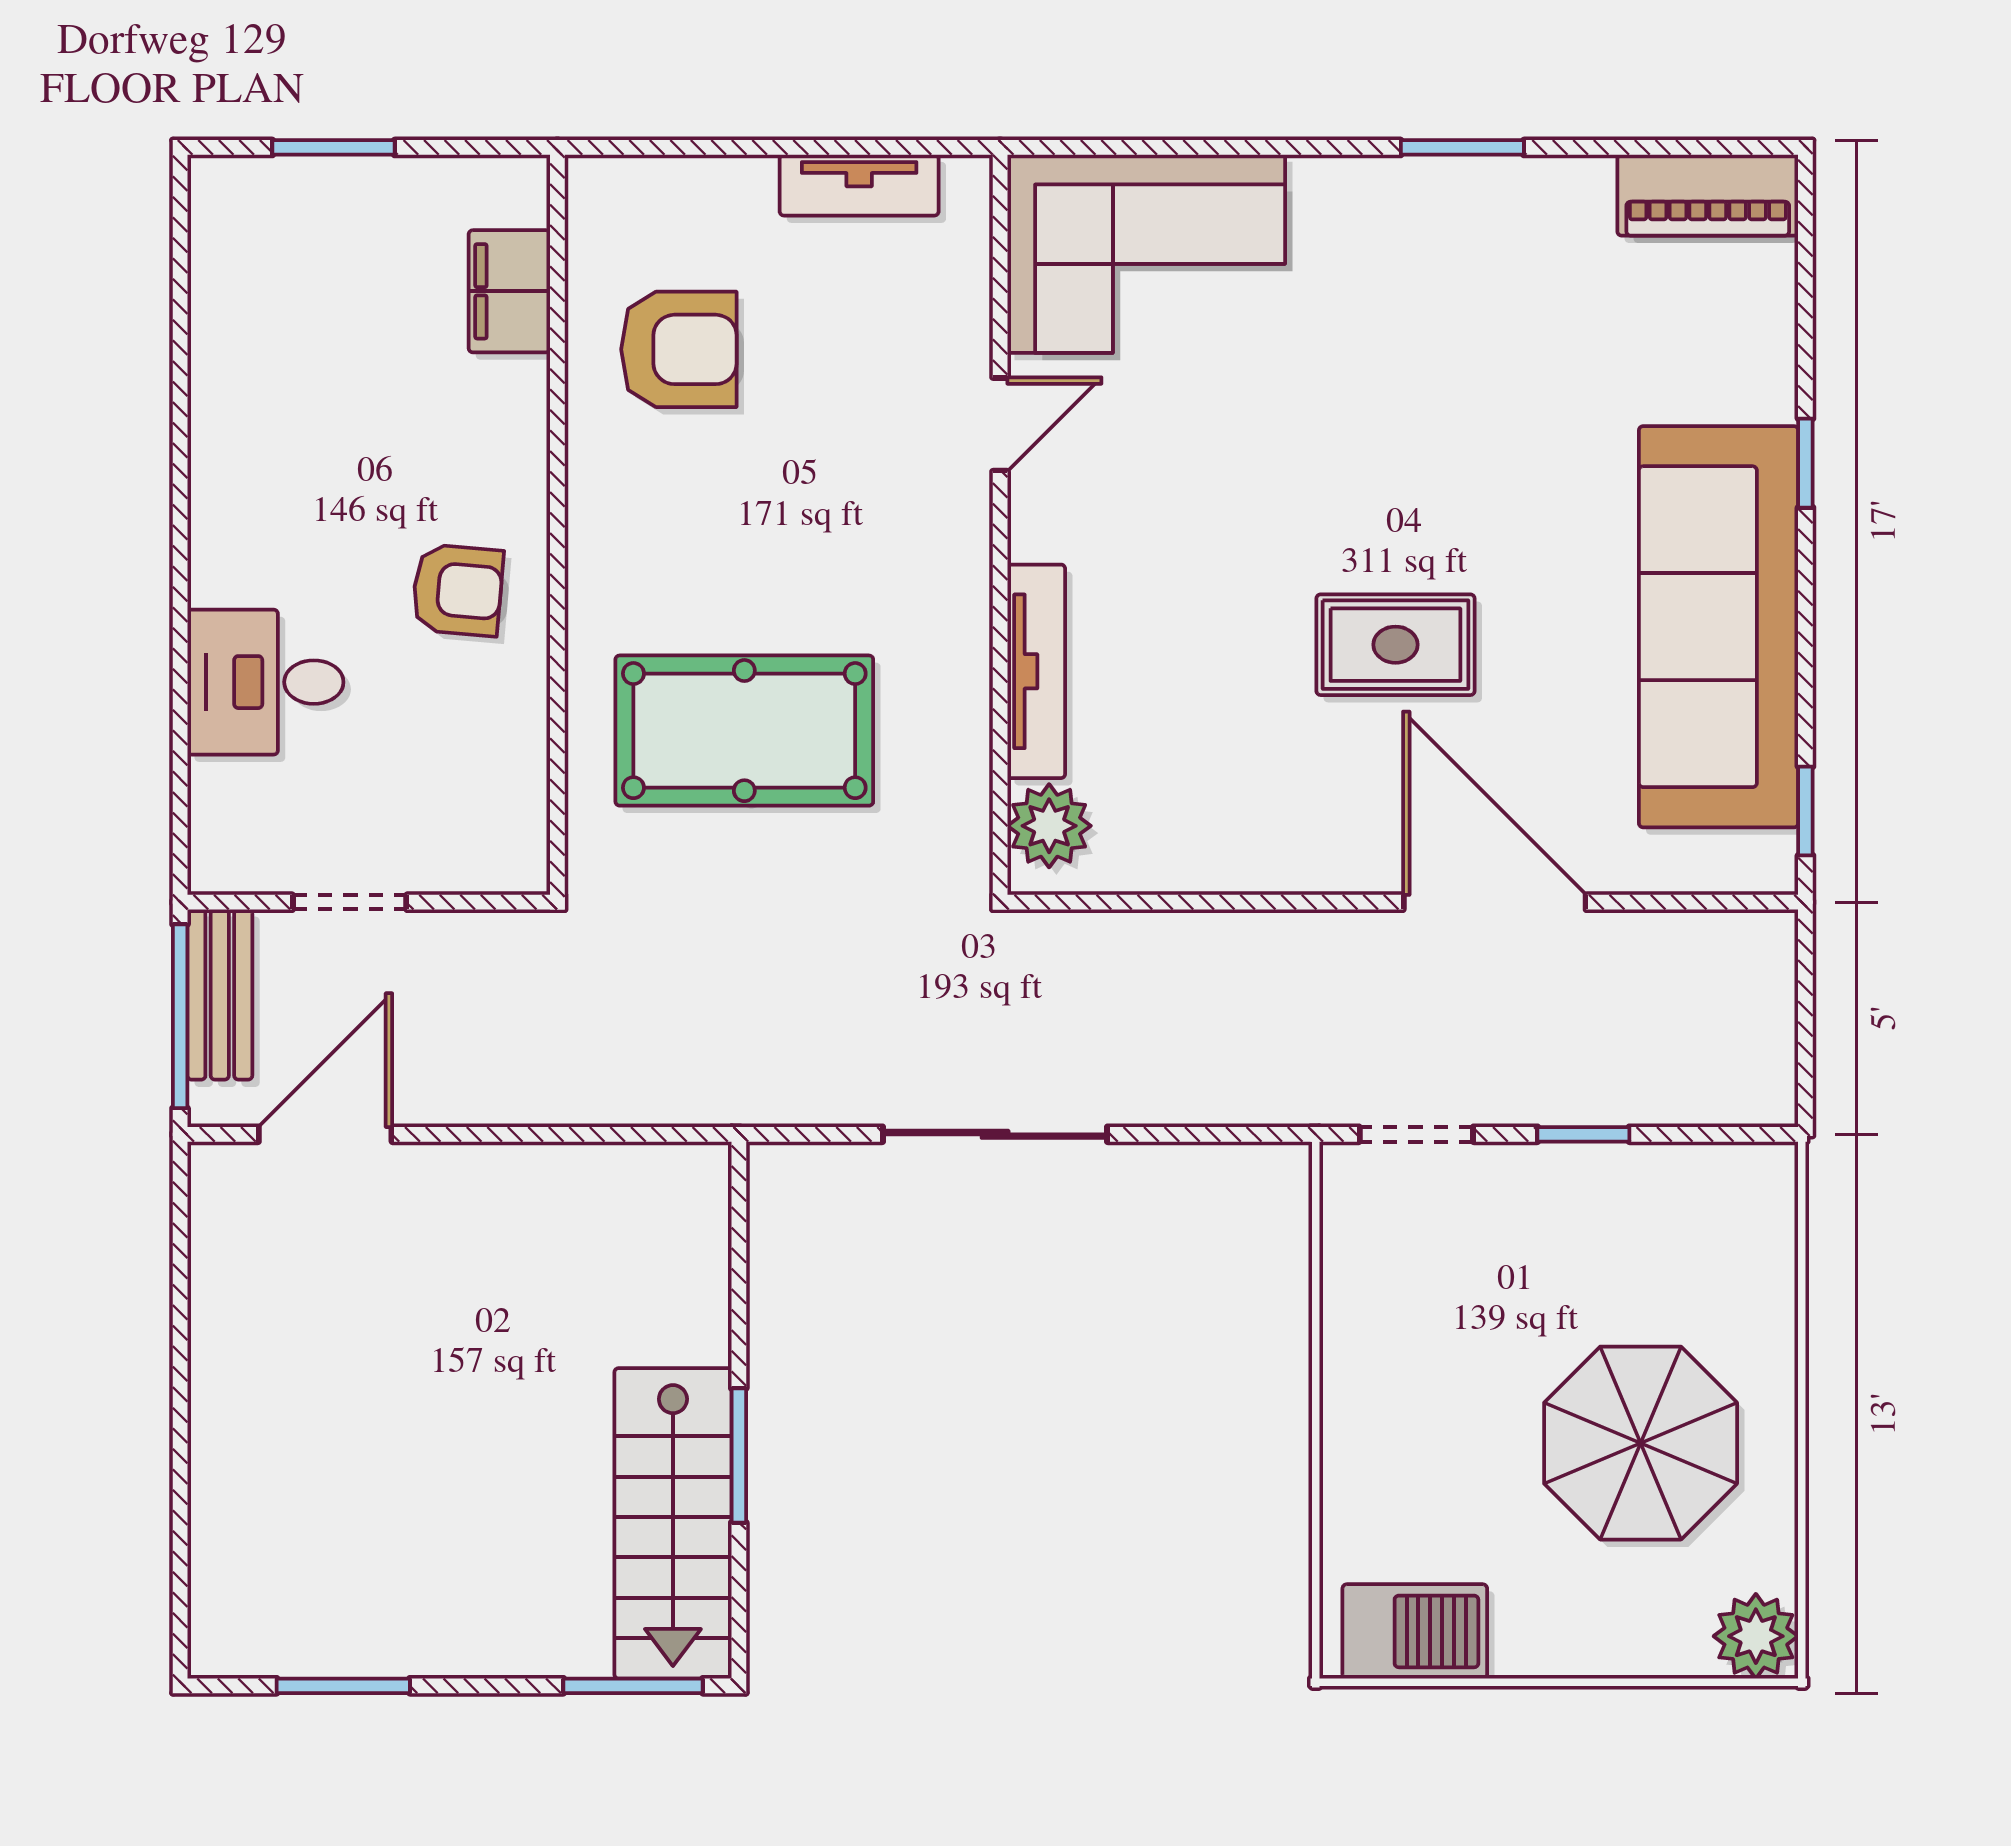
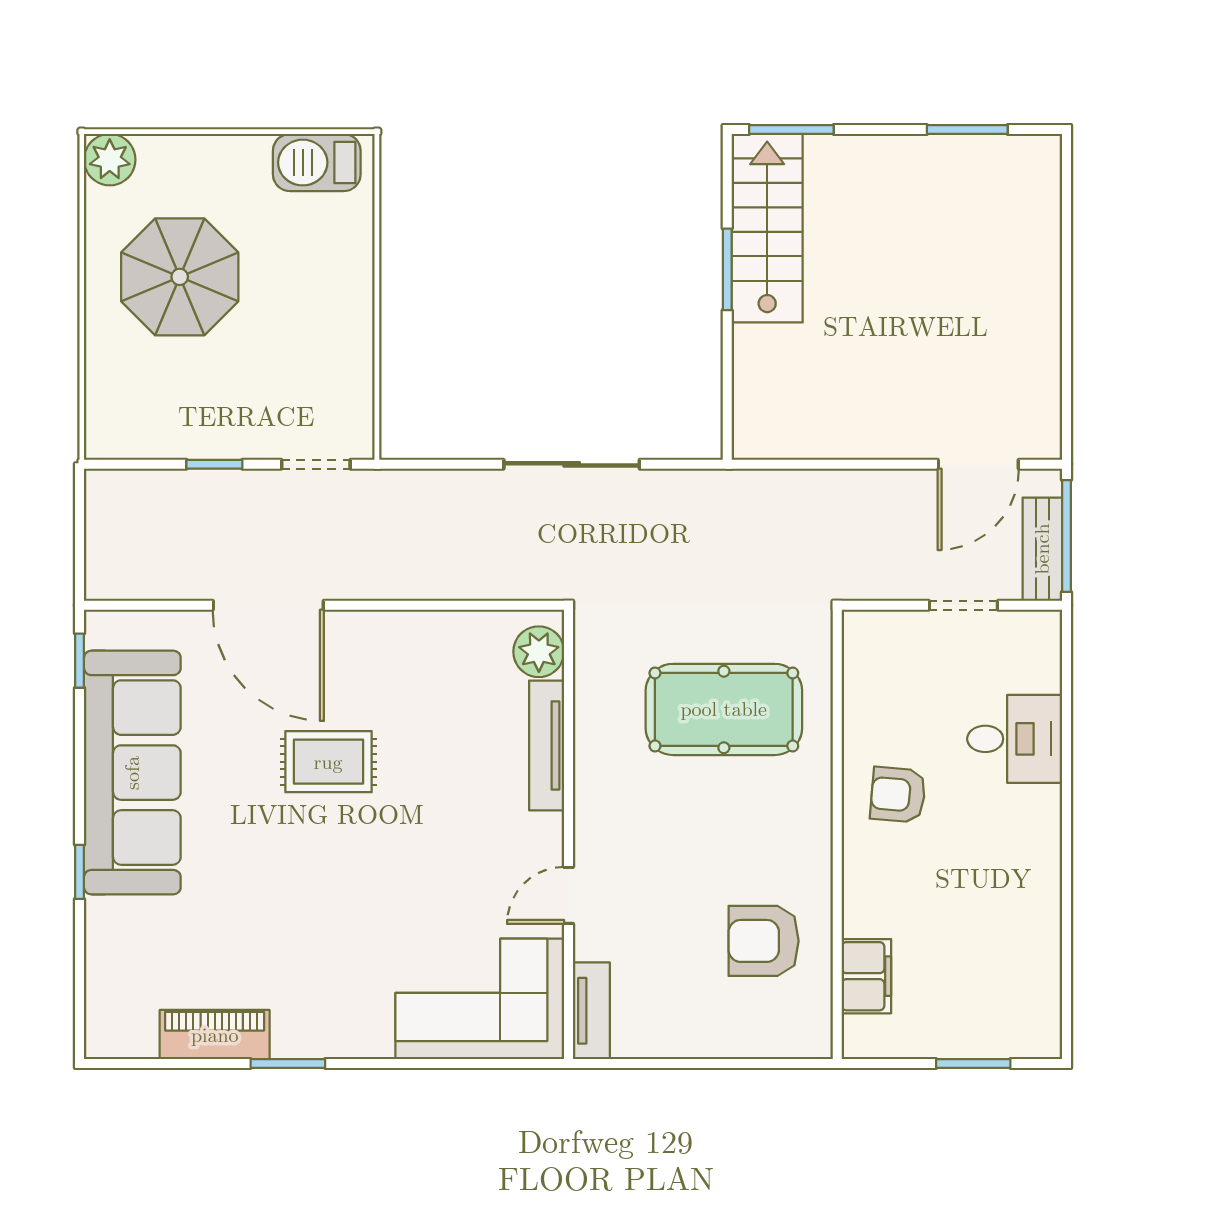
tv unit: (859, 185) -> (591, 1011), moved, turned 90
piano: (1708, 195) -> (215, 1035), moved

